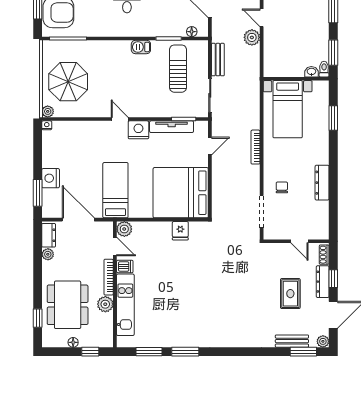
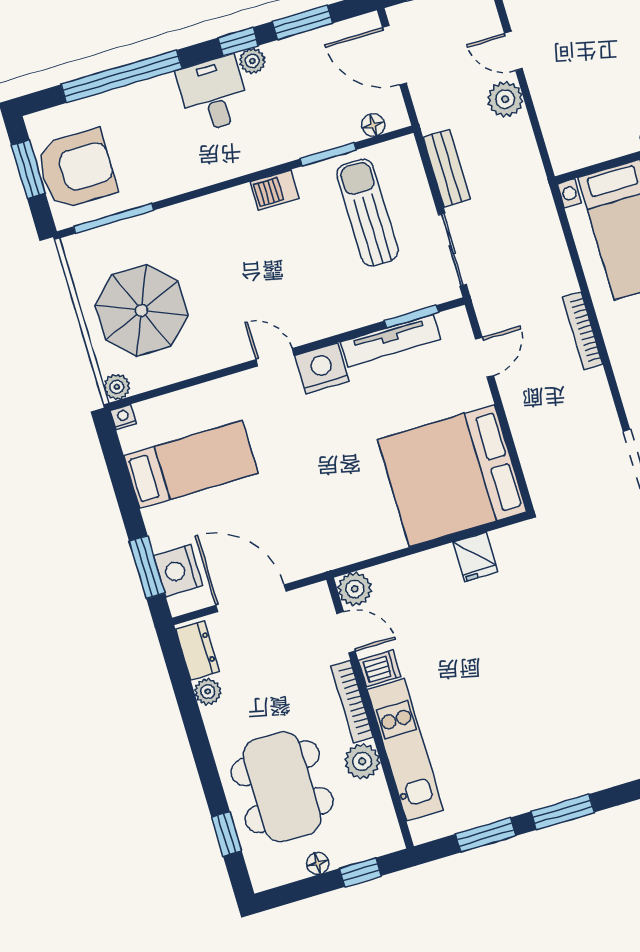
nightstand: (51, 178) -> (178, 570), moved
bed: (115, 190) -> (191, 464), moved, turned 90

